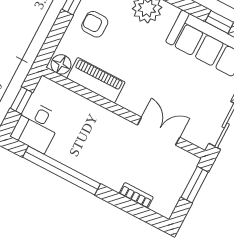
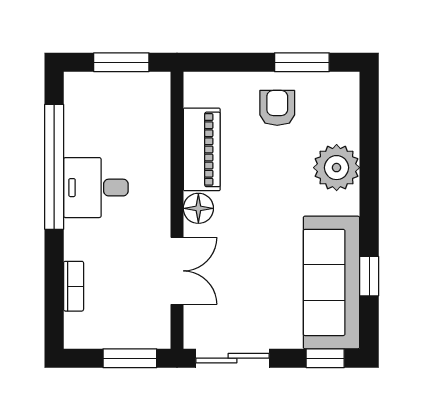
floor lamp: (61, 64) -> (198, 208), moved
window: (21, 100) -> (121, 62), width x1.50
desk: (37, 127) -> (96, 188), moved

